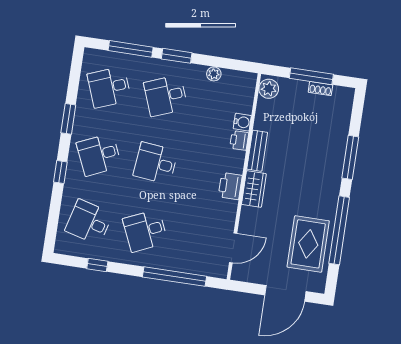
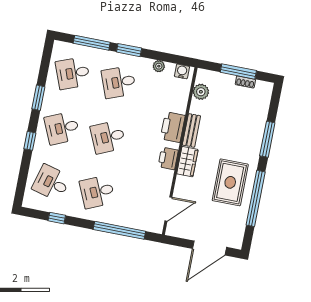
plant: (269, 89) -> (201, 92), moved
water cooler: (242, 122) -> (182, 71), moved, turned -90
printer: (239, 140) -> (173, 127), width x1.87, depth x1.48
desk: (156, 163) -> (108, 137), turned -30
rug: (308, 244) -> (230, 182), moved

